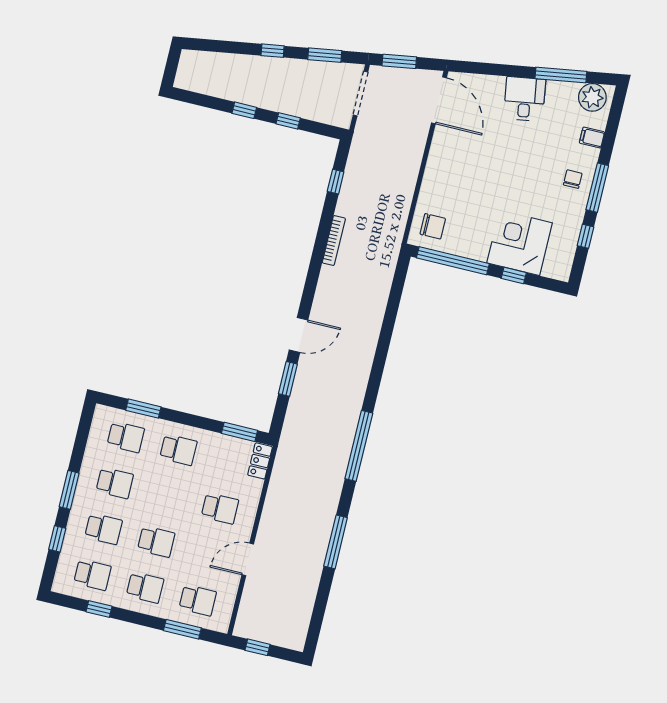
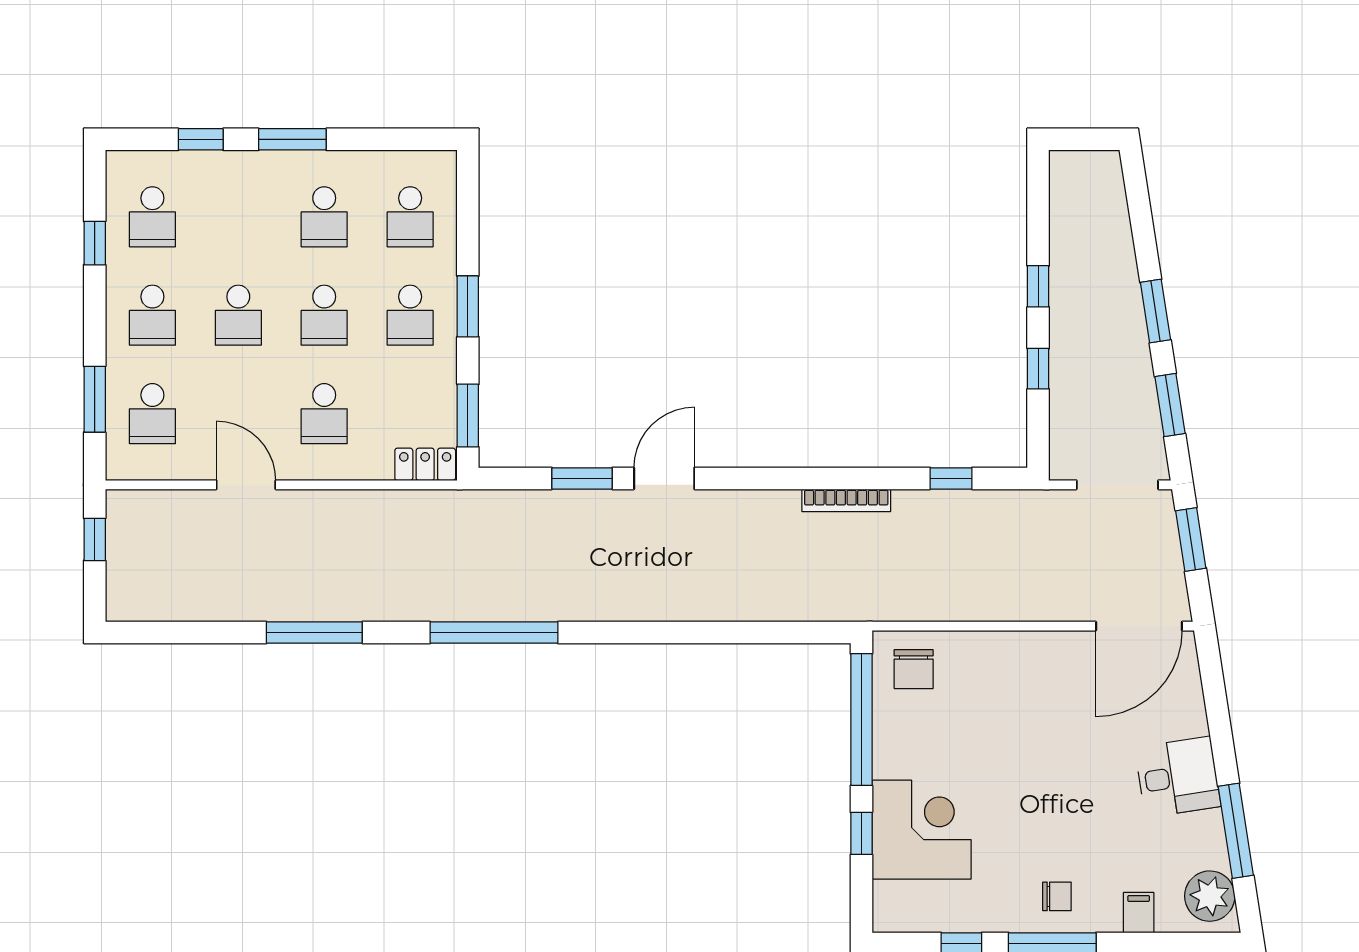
window: (273, 51) -> (1155, 311), width x1.50
door: (298, 335) -> (664, 478), swing flipped
window: (143, 409) -> (468, 306), moved
school desk: (104, 529) -> (324, 315), moved

